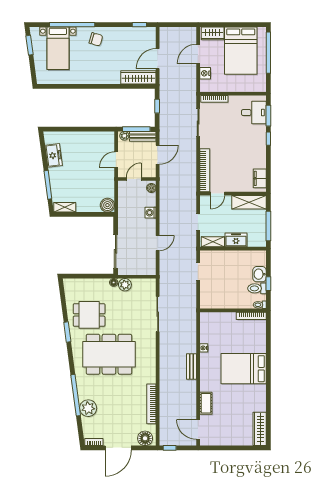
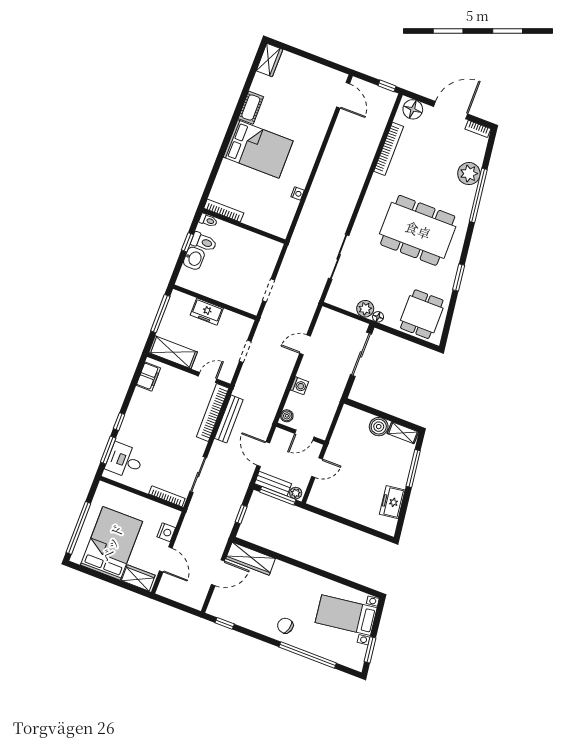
bed with nightstands: (58, 48) -> (346, 615), moved, turned -98
door: (198, 54) -> (166, 559), hinge flipped
door: (158, 155) -> (263, 454), hinge flipped
boiler: (107, 205) -> (379, 427), moved
shelving: (213, 242) -> (236, 320), removed
dining table: (89, 315) -> (422, 314), moved, turned 90
bench: (191, 367) -> (229, 419), moved, width x1.36
cot: (206, 403) -> (251, 108), moved
wardrobe: (260, 429) -> (269, 60), width x0.67

